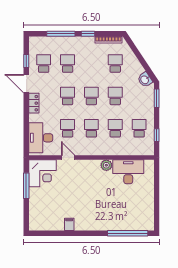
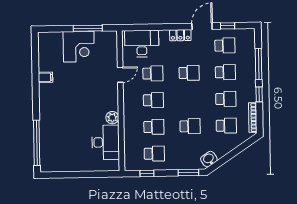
school desk: (91, 96) -> (226, 99), moved
corner desk: (42, 173) -> (79, 47), moved, turned -90

